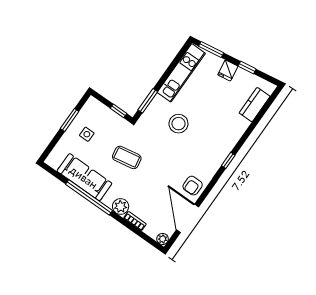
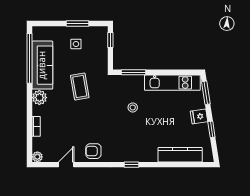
kitchen counter: (255, 105) -> (180, 155), width x1.50
window: (118, 111) -> (110, 40), moved
stool: (178, 124) -> (133, 107), width x0.53, depth x0.53
window: (89, 197) -> (29, 58), moved
plant: (121, 207) -> (39, 98), moved
door: (187, 218) -> (66, 165), width x0.53

